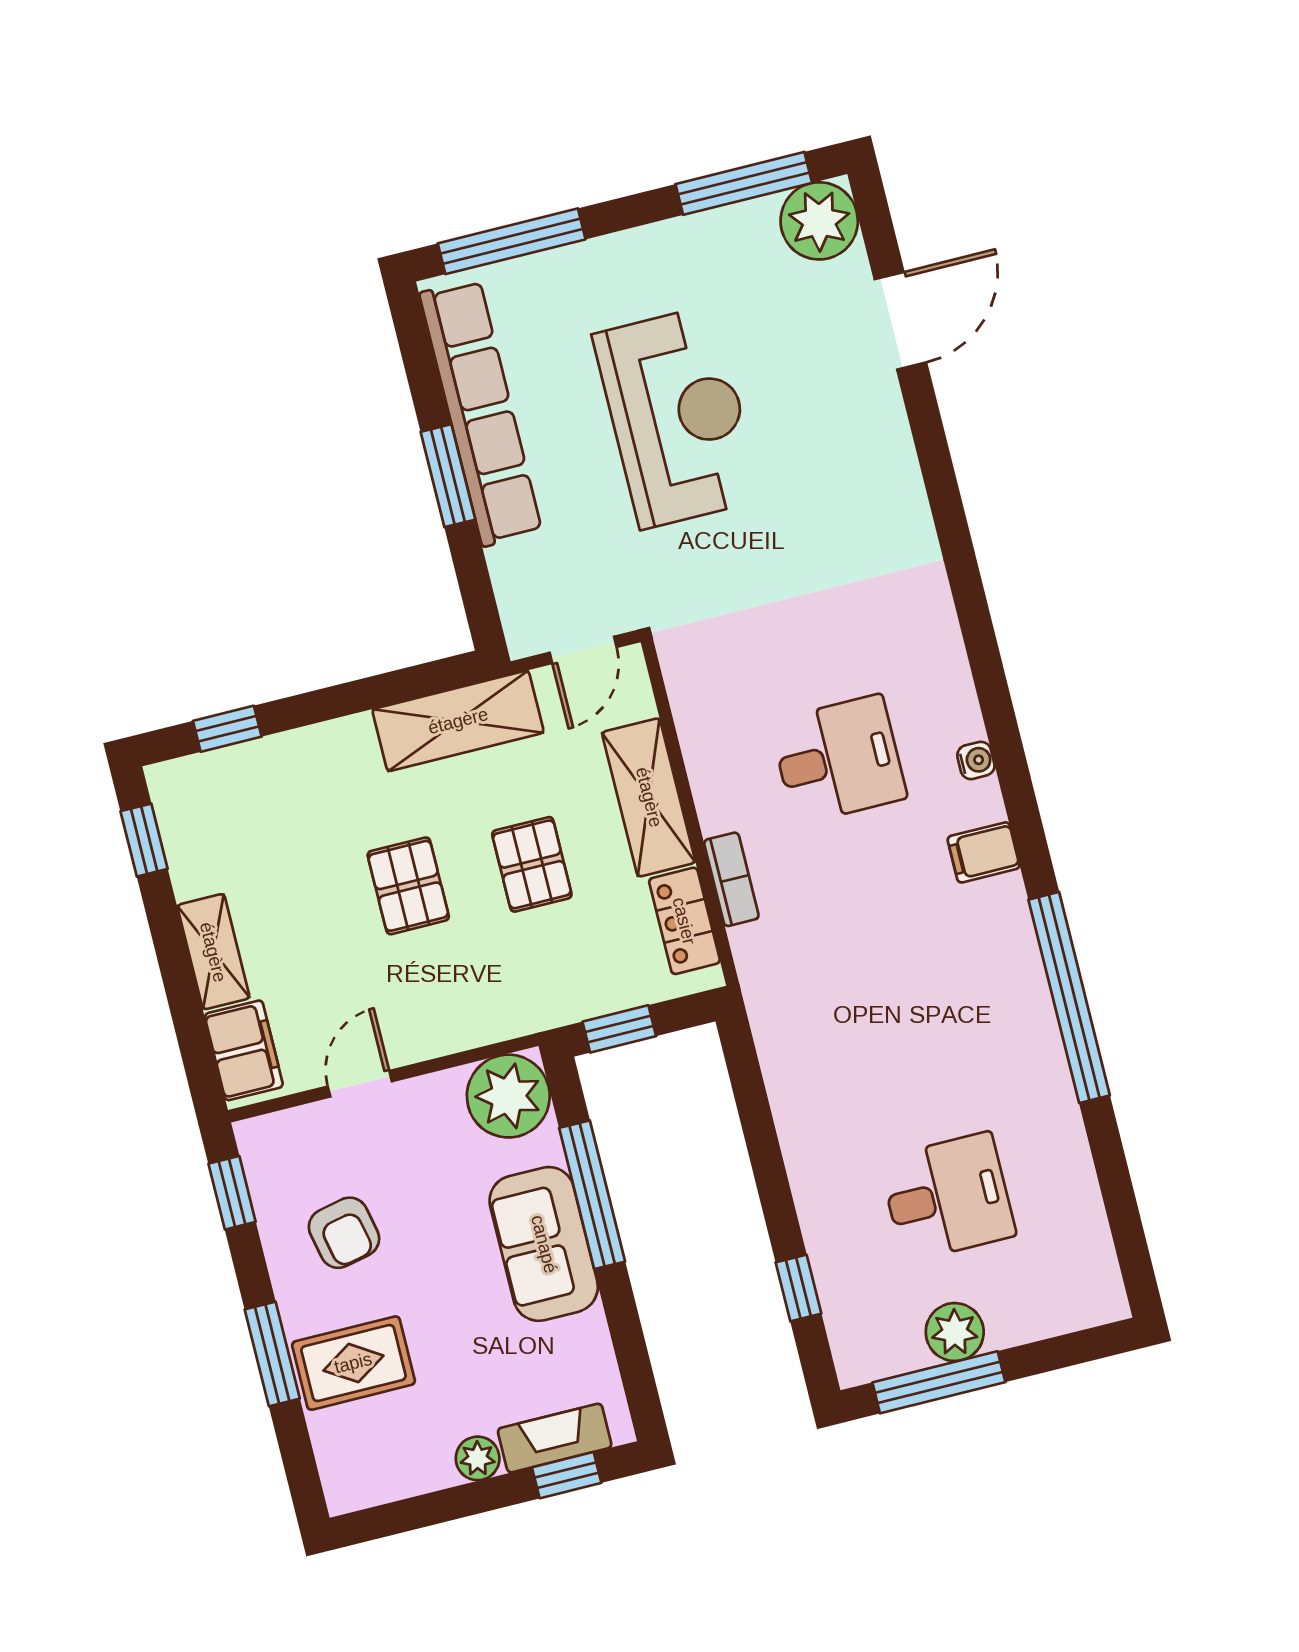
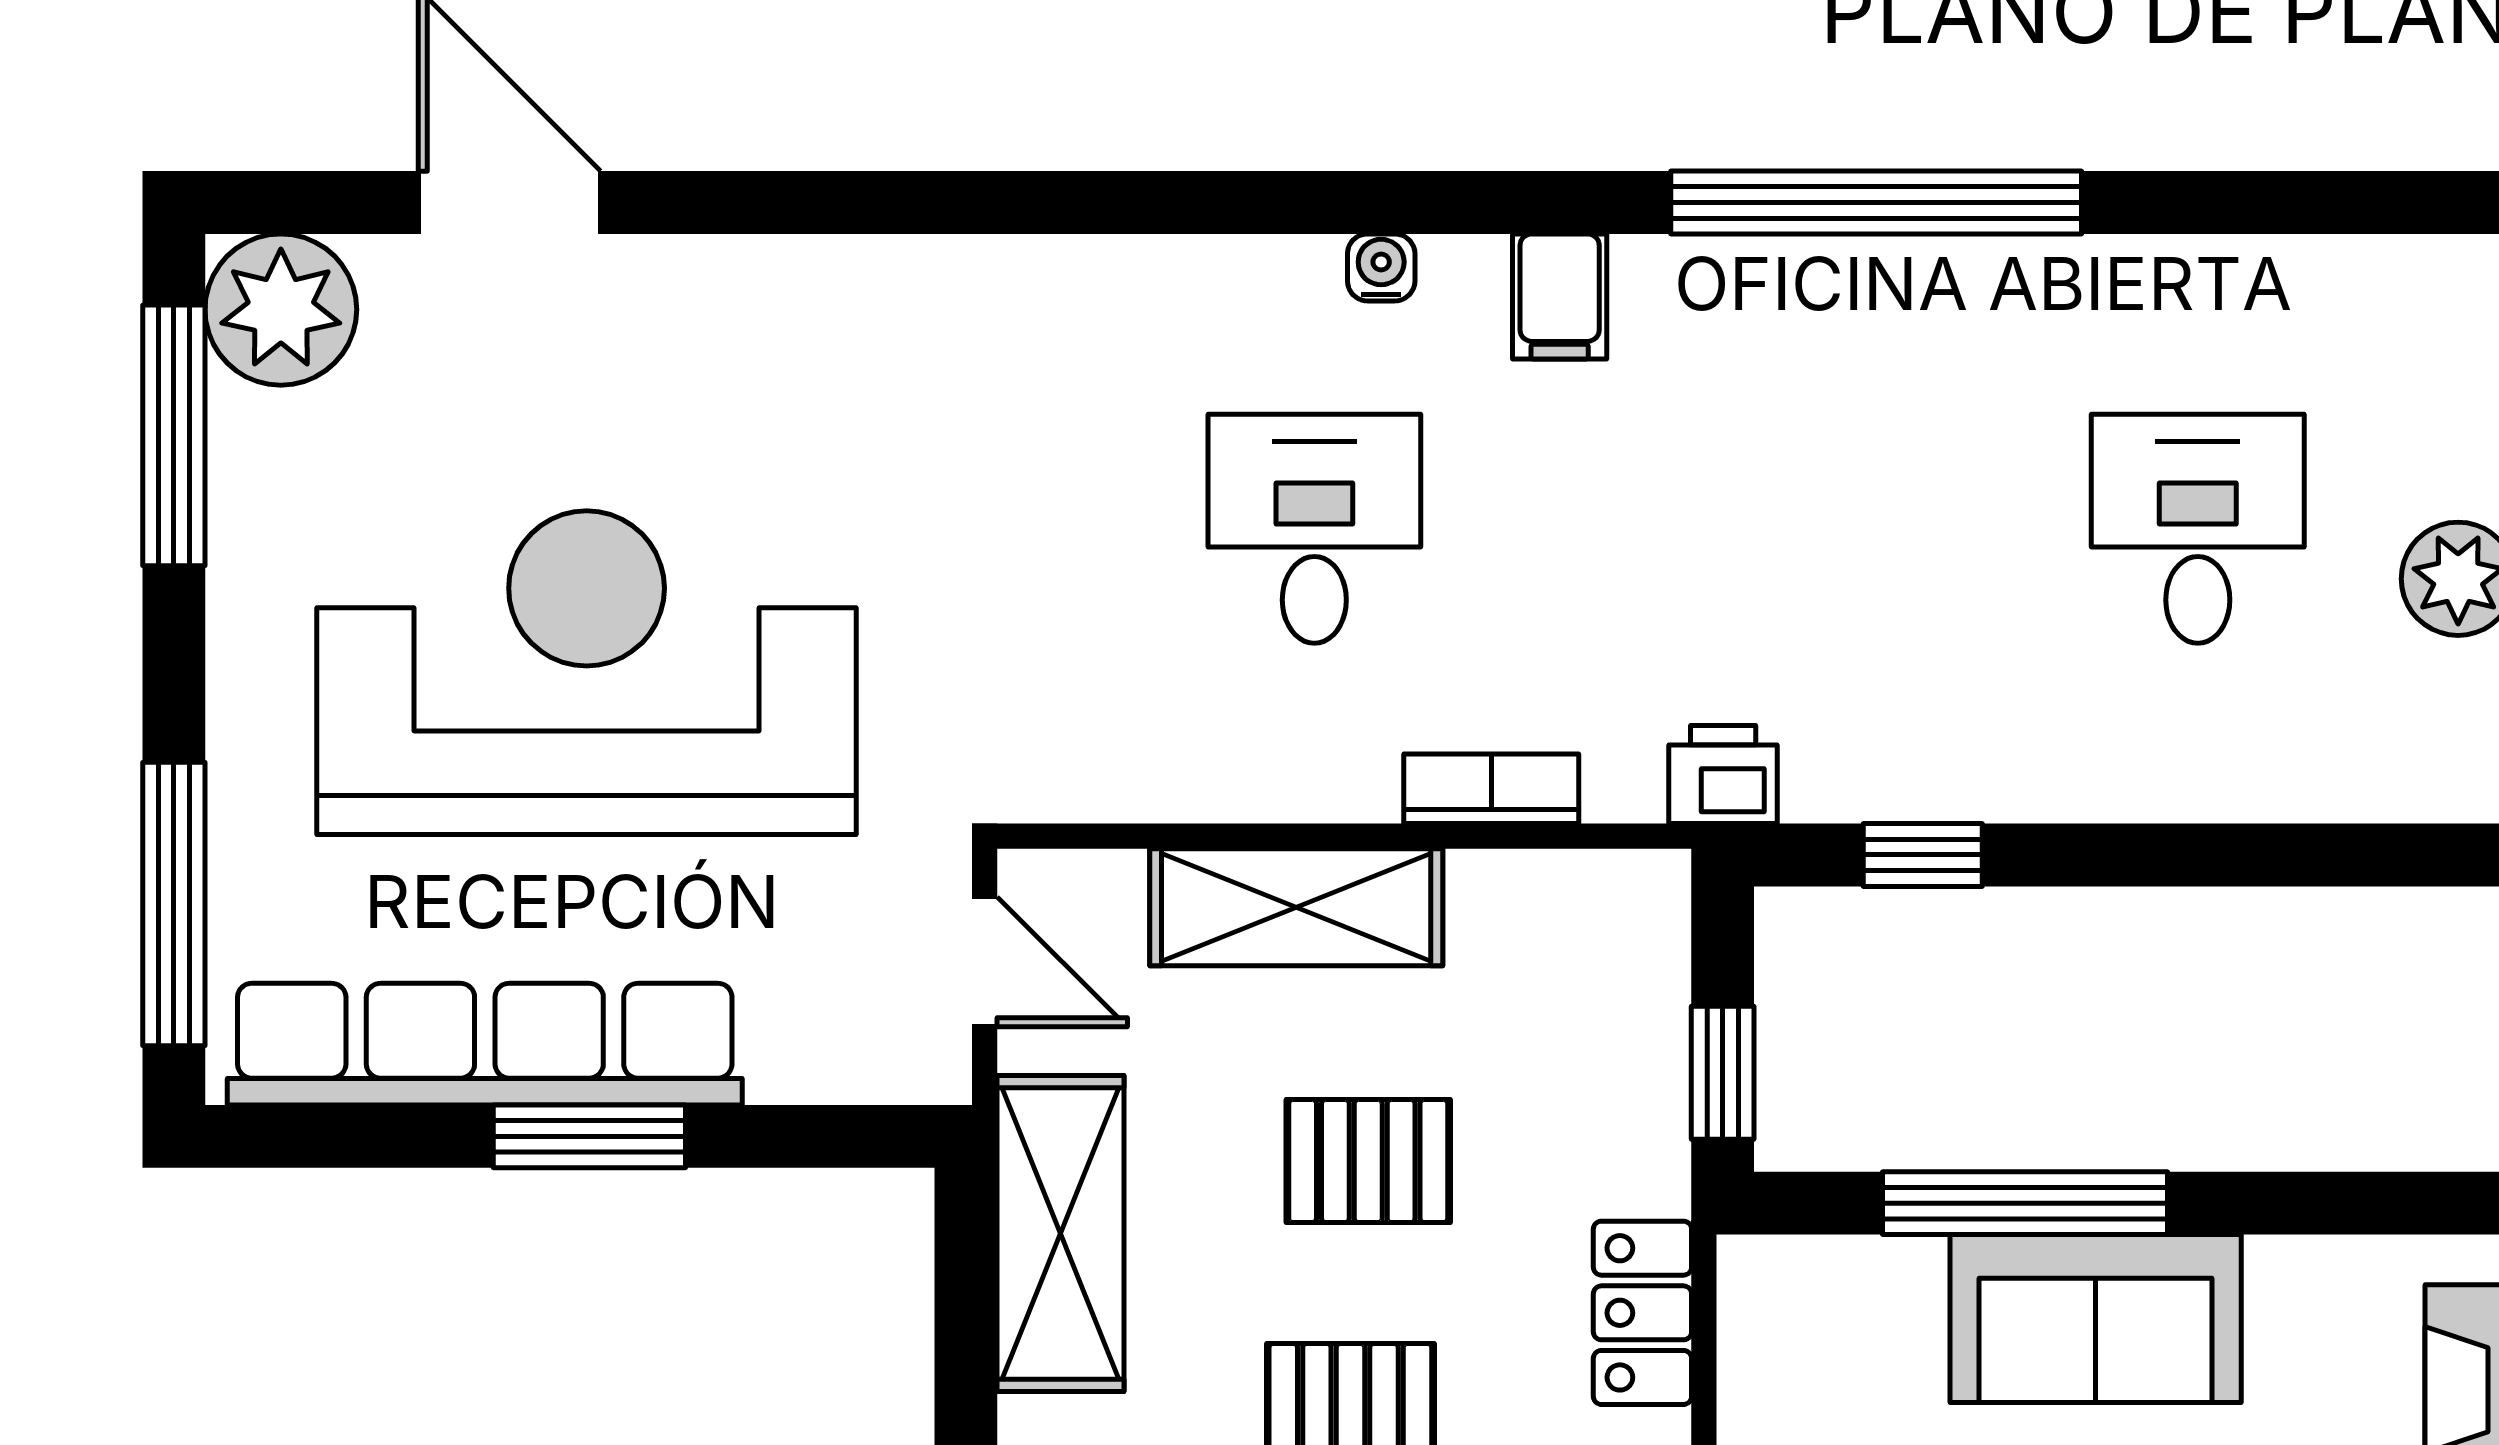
reception desk: (677, 417) -> (587, 673), width x1.36, depth x1.30
locker: (684, 921) -> (1642, 1313), moved, turned 90
printer: (767, 992) -> (1723, 775), added
plant: (508, 1096) -> (1798, 1316), removed
window: (798, 1288) -> (1923, 855), moved

